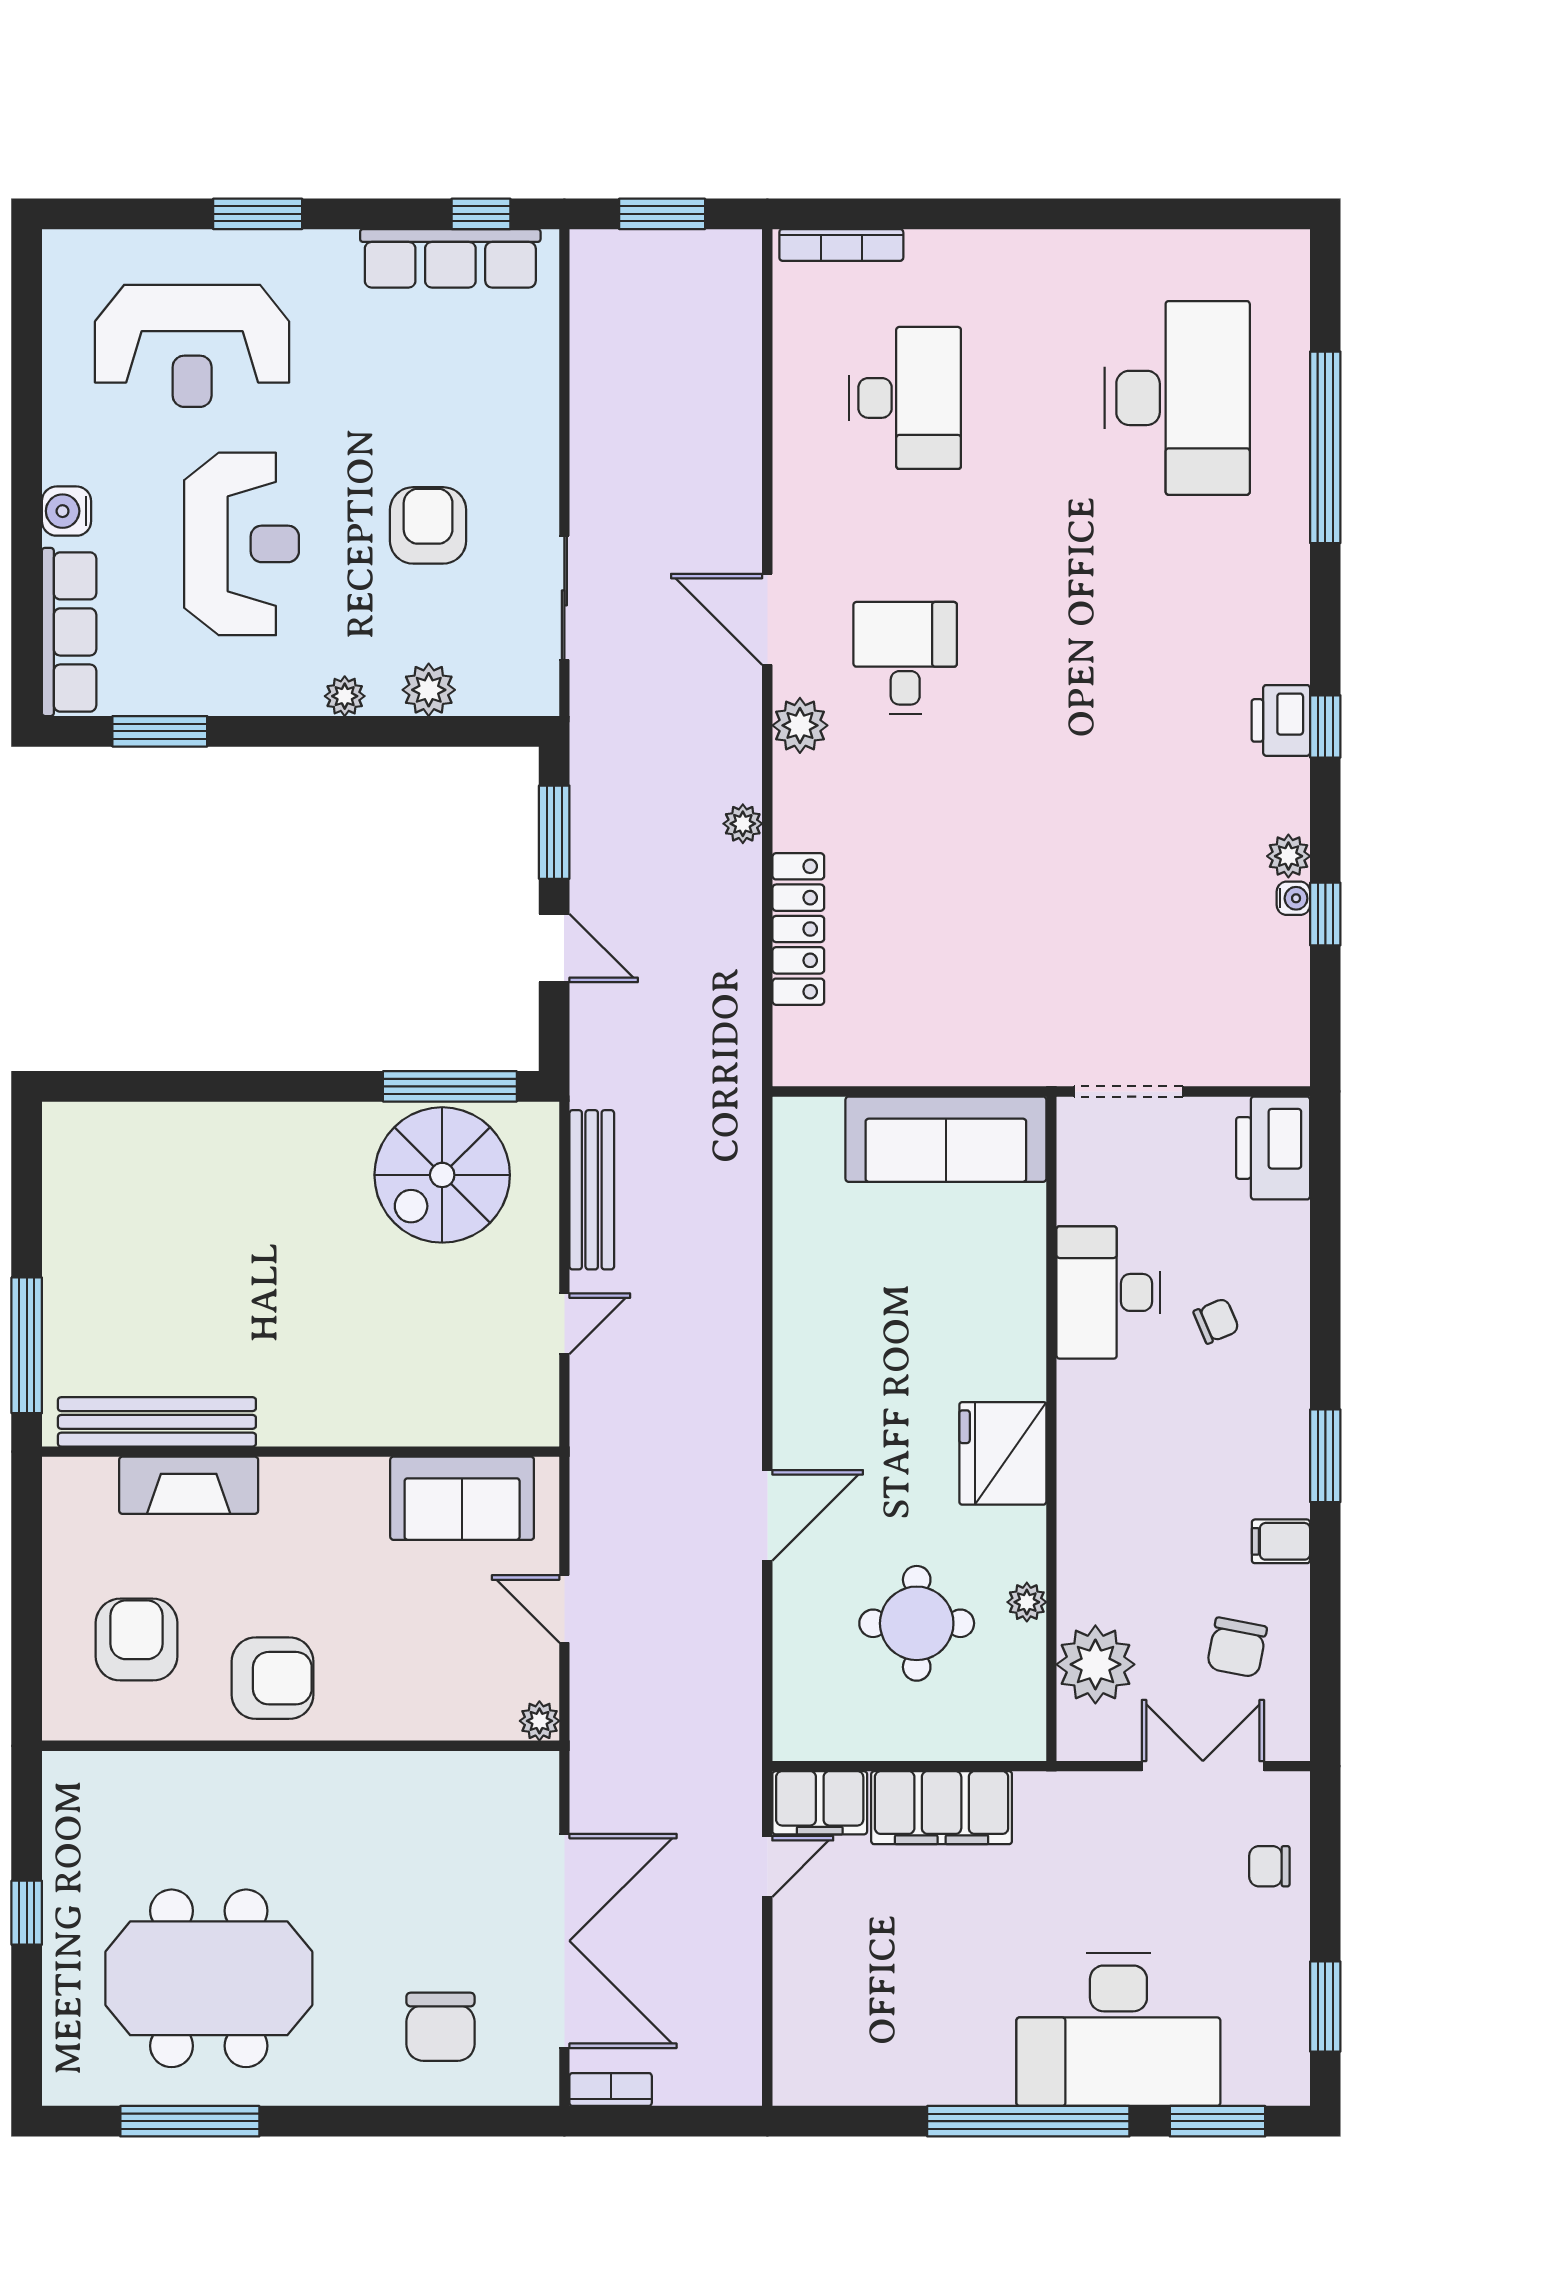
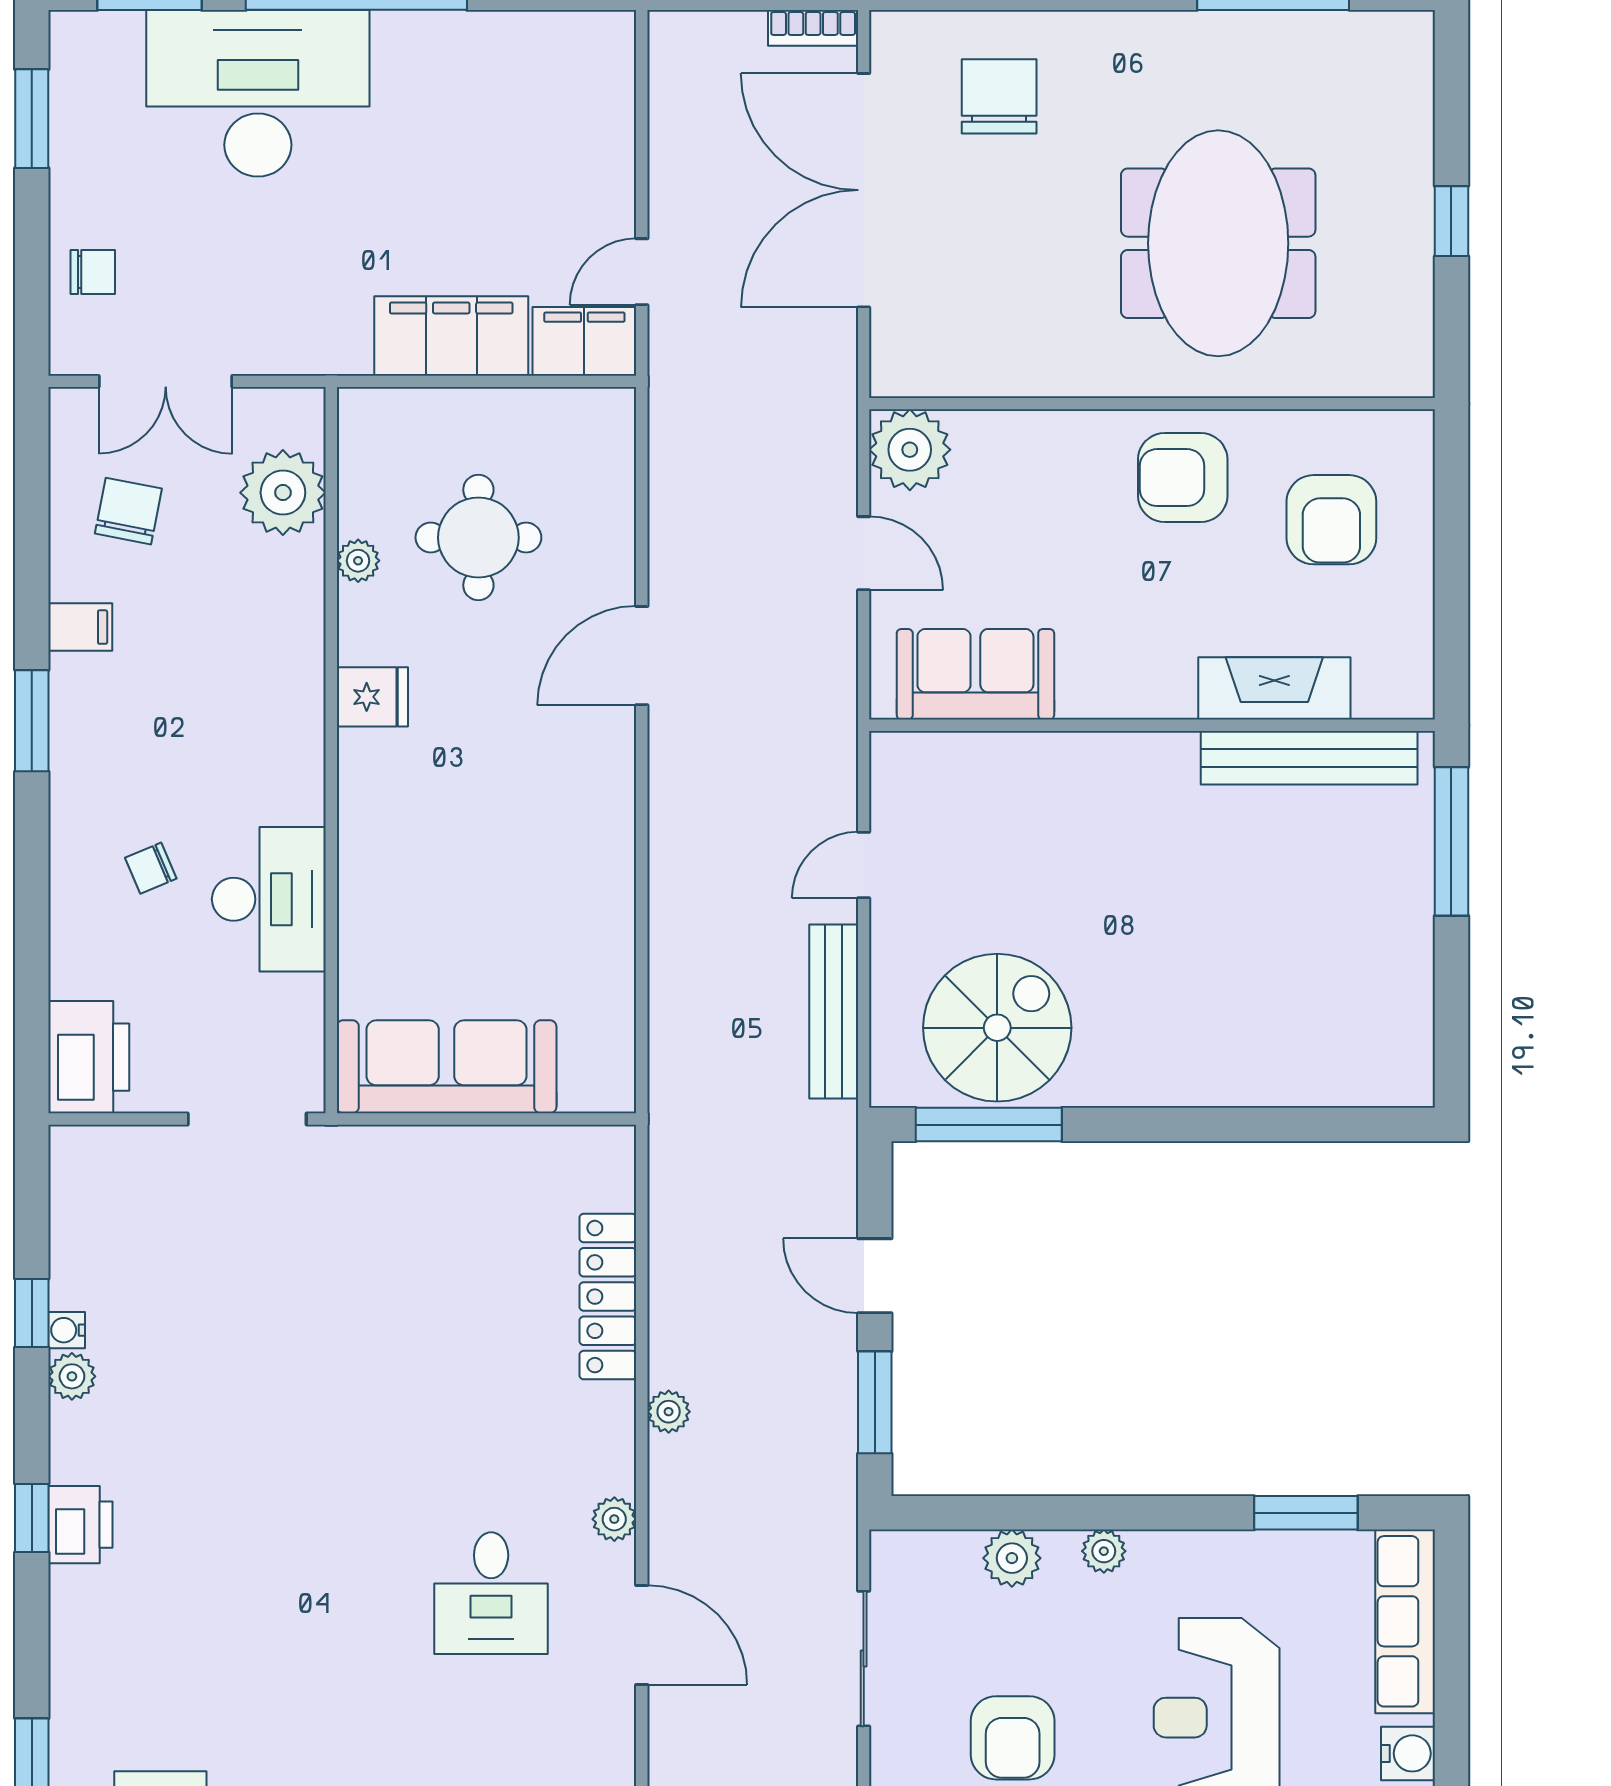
plant: (800, 725) -> (614, 1519), width x0.73, depth x0.73
fridge: (1003, 1453) -> (372, 697), width x0.53, depth x0.75
plant: (539, 1721) -> (910, 450), width x1.87, depth x1.87
meeting table: (209, 1978) -> (1218, 243), moved, turned 90

